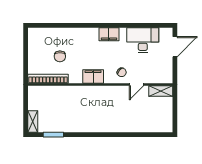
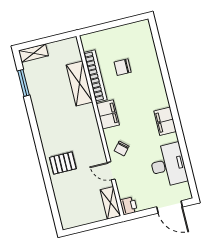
printer: (166, 78) -> (129, 206), added
bookcase: (48, 79) -> (95, 76), moved
shelving: (64, 92) -> (79, 83), added
pallet: (122, 120) -> (63, 163), added

